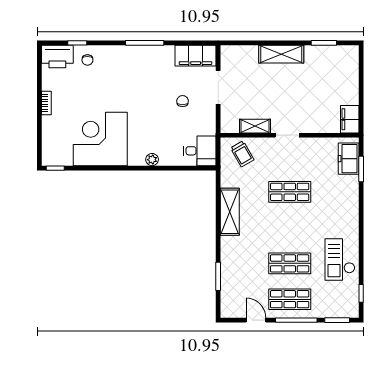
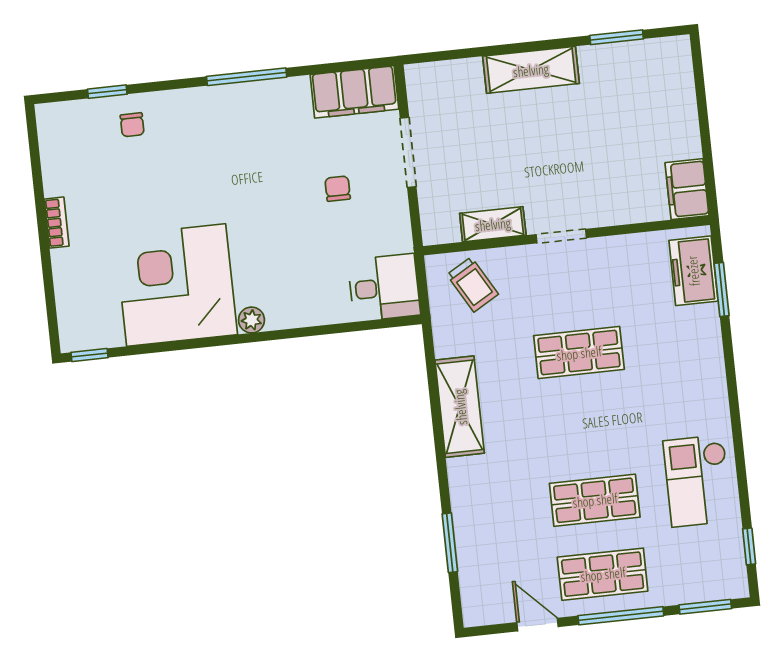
printer: (57, 56) -> (69, 124), removed
plant: (152, 160) -> (251, 320), moved

